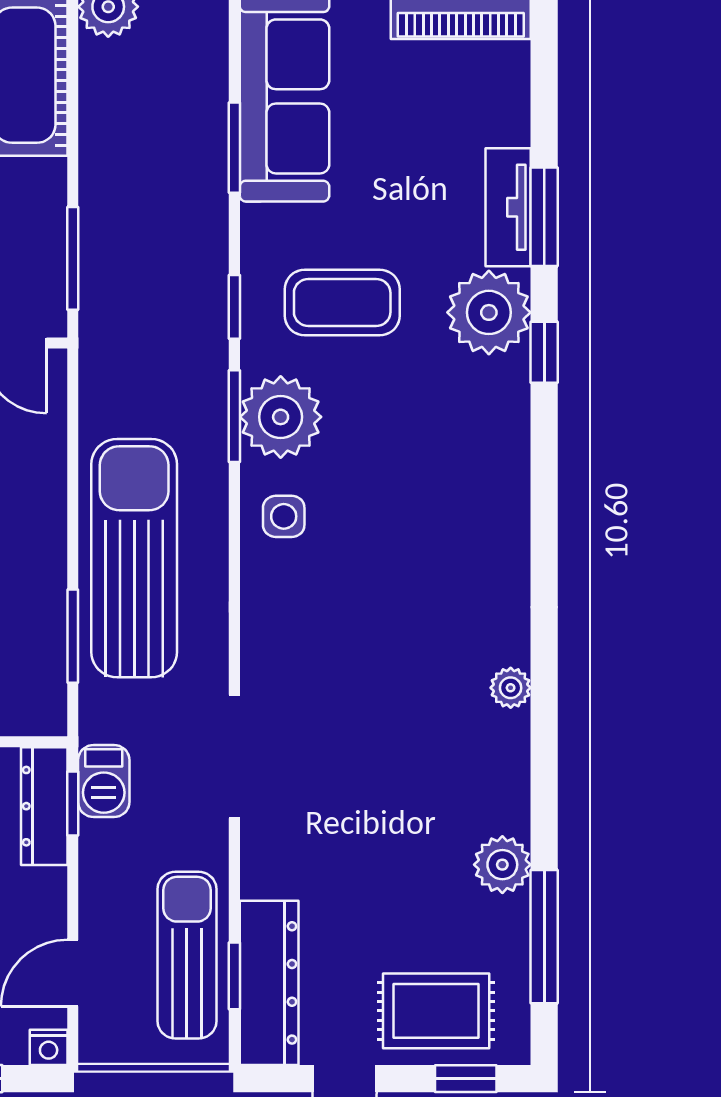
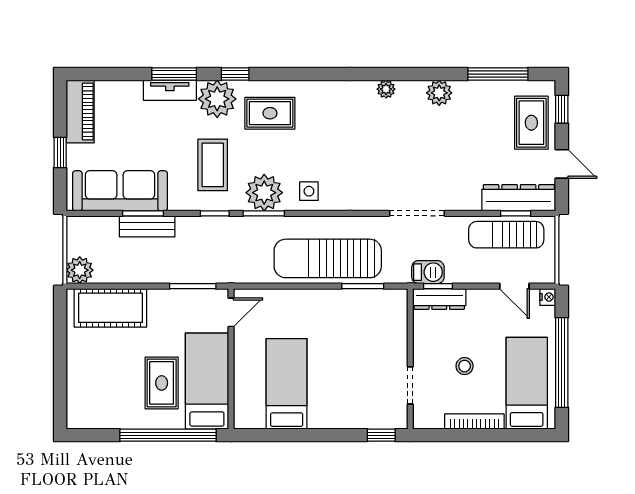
bench: (206, 157) -> (147, 226), added
rug: (457, 430) -> (270, 113), added
plant: (502, 865) -> (439, 93), moved

